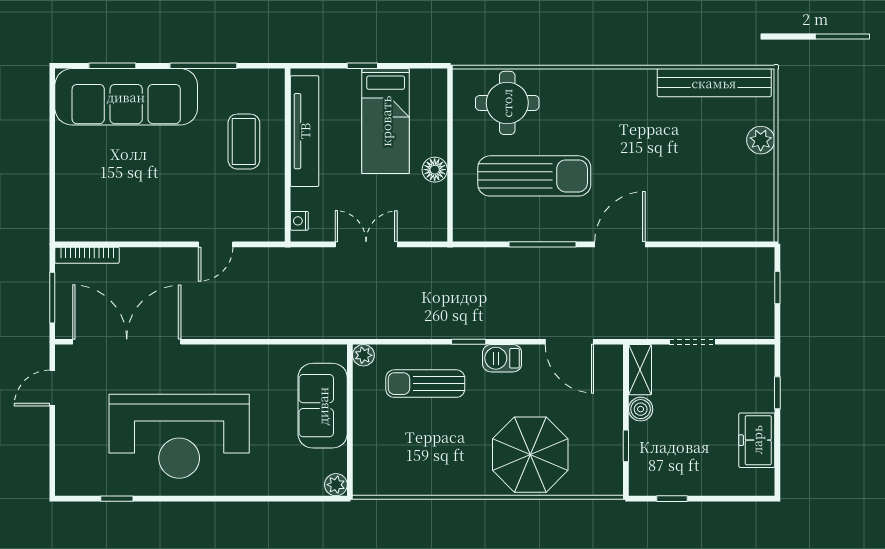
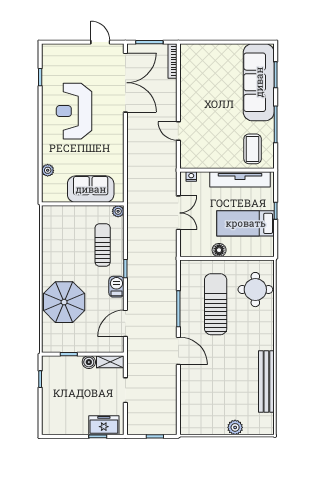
bench: (714, 83) -> (266, 381), moved
coffee table: (244, 142) -> (253, 149), moved, turned 90
sun lounger: (534, 176) -> (216, 304), turned 180
reception desk: (179, 436) -> (74, 111), width x0.74, depth x0.77
freezer: (757, 440) -> (104, 425), moved
plant: (336, 485) -> (48, 170), moved

